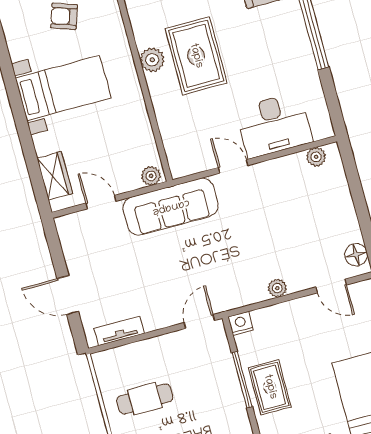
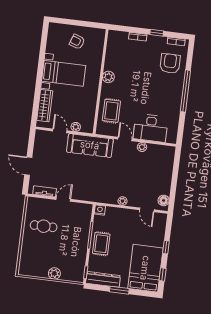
rug: (196, 56) -> (111, 111), moved, width x0.73, depth x0.70
plant: (316, 157) -> (142, 147), moved
wardrobe: (55, 176) -> (45, 106), width x1.50
plant: (151, 176) -> (76, 127), moved
door: (199, 321) -> (63, 199), moved

